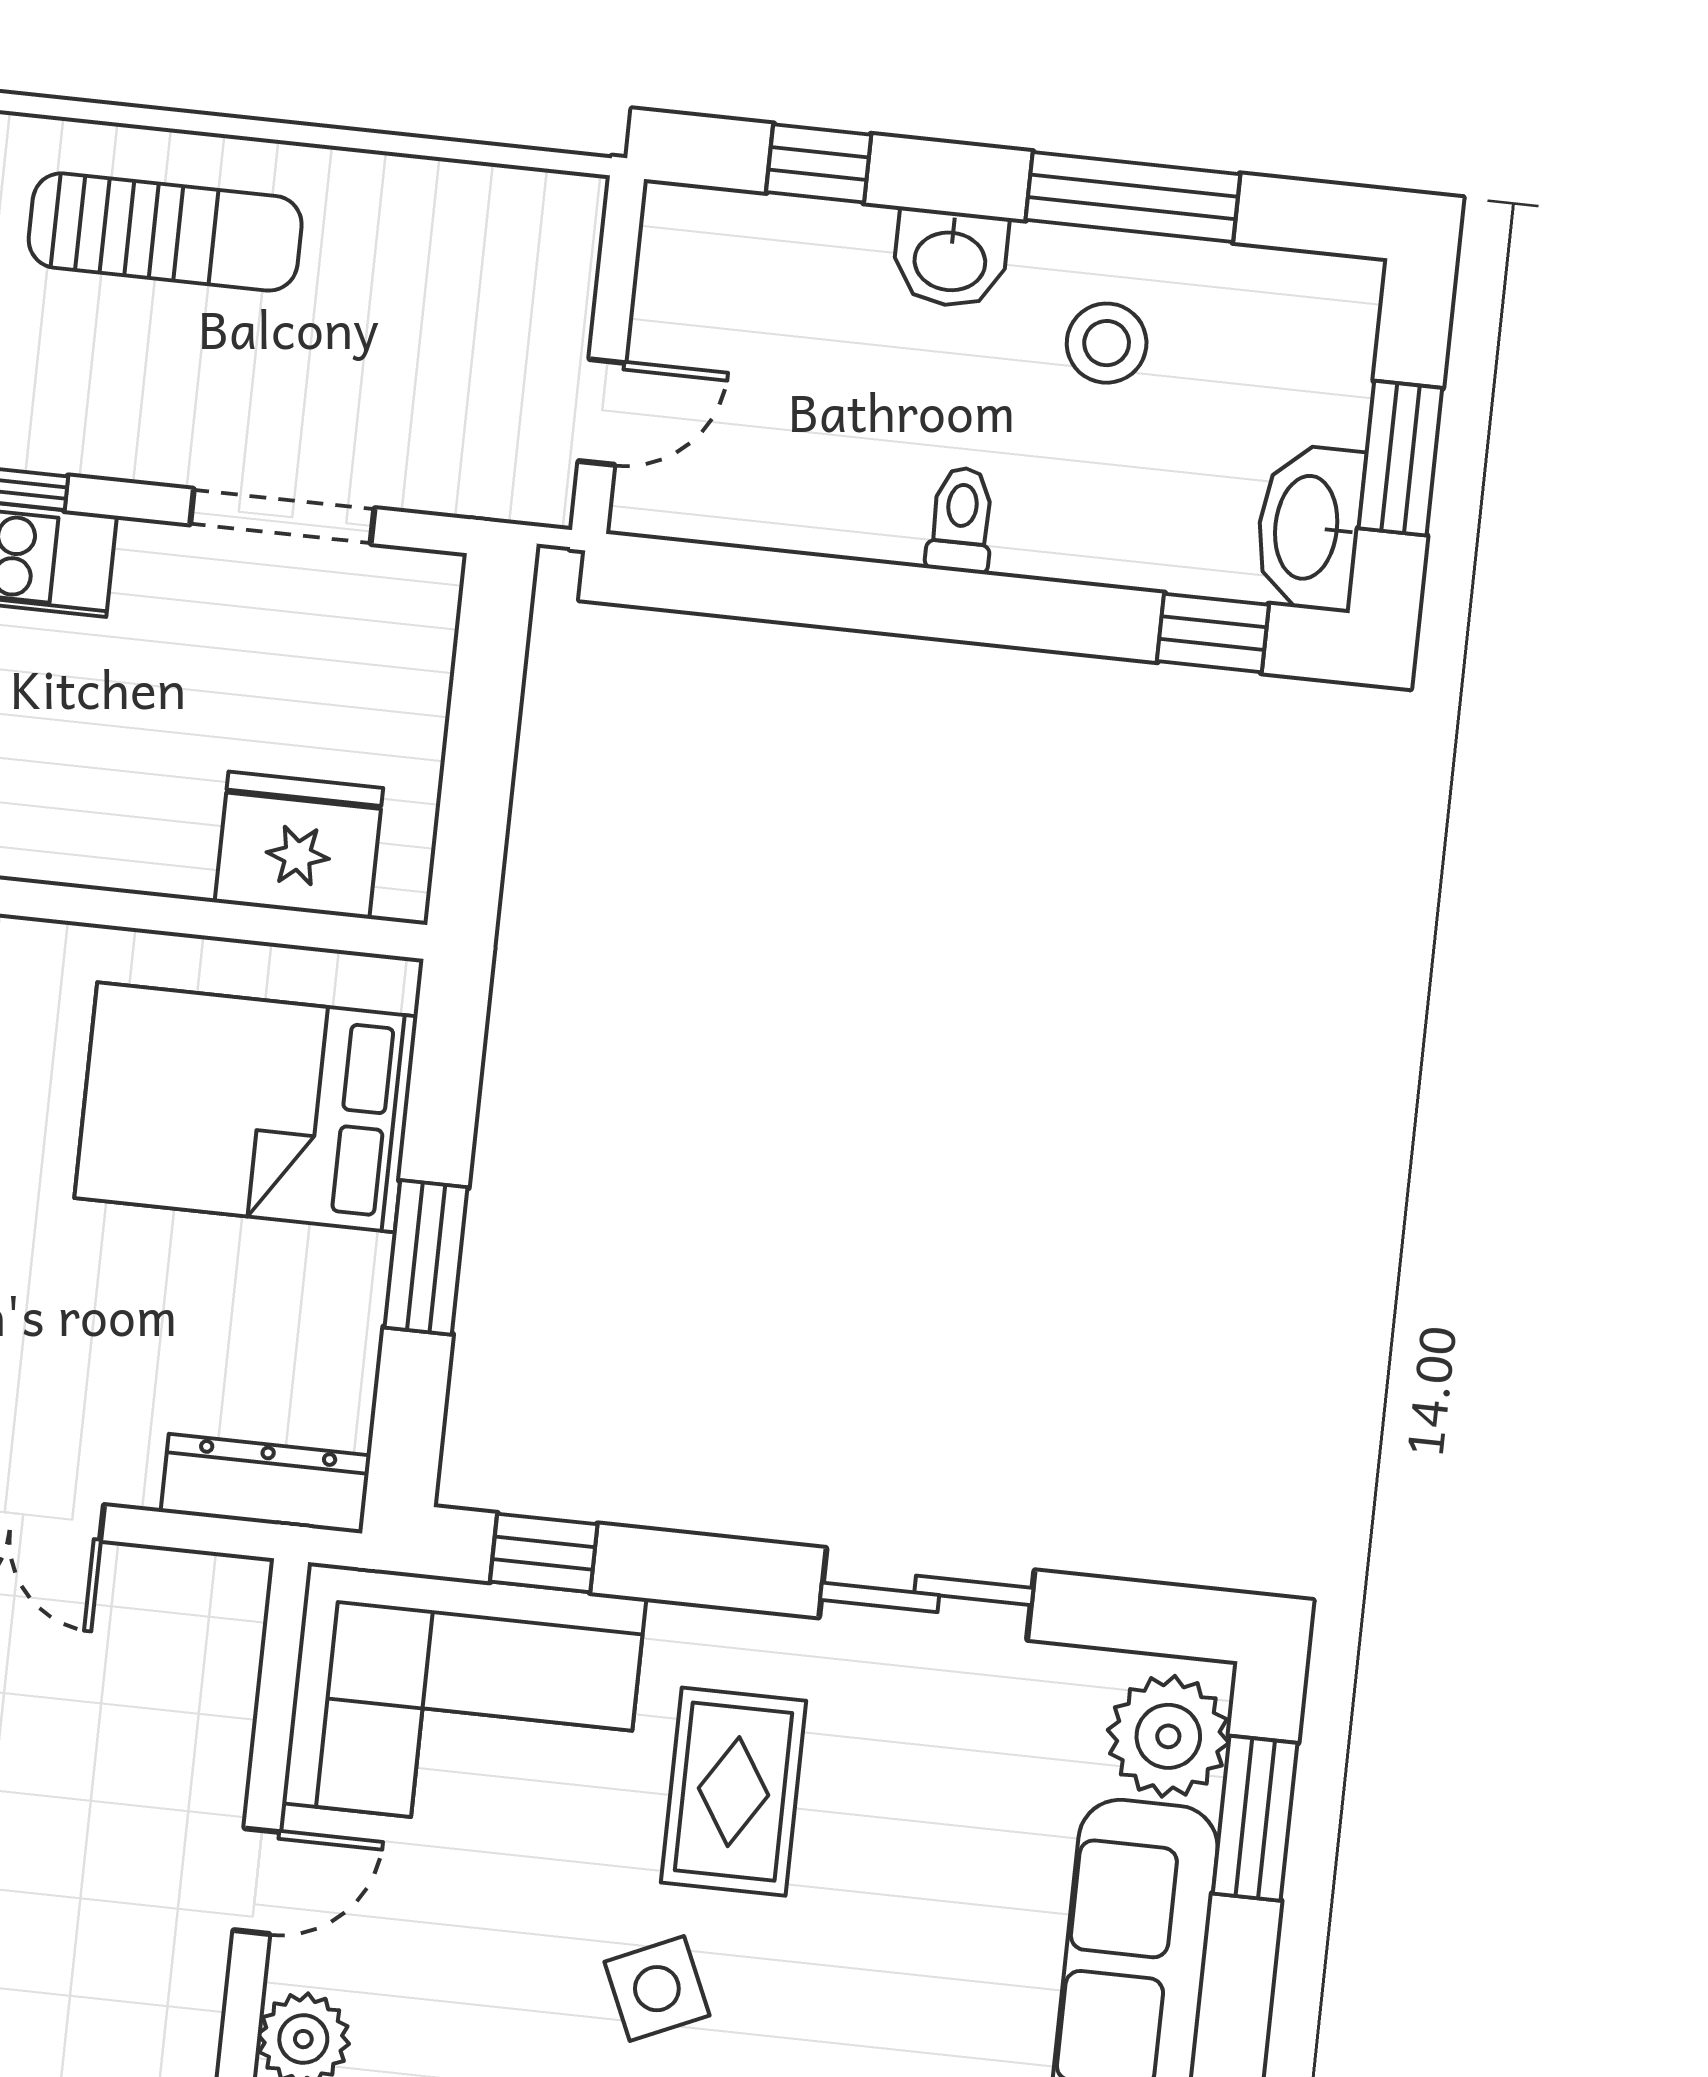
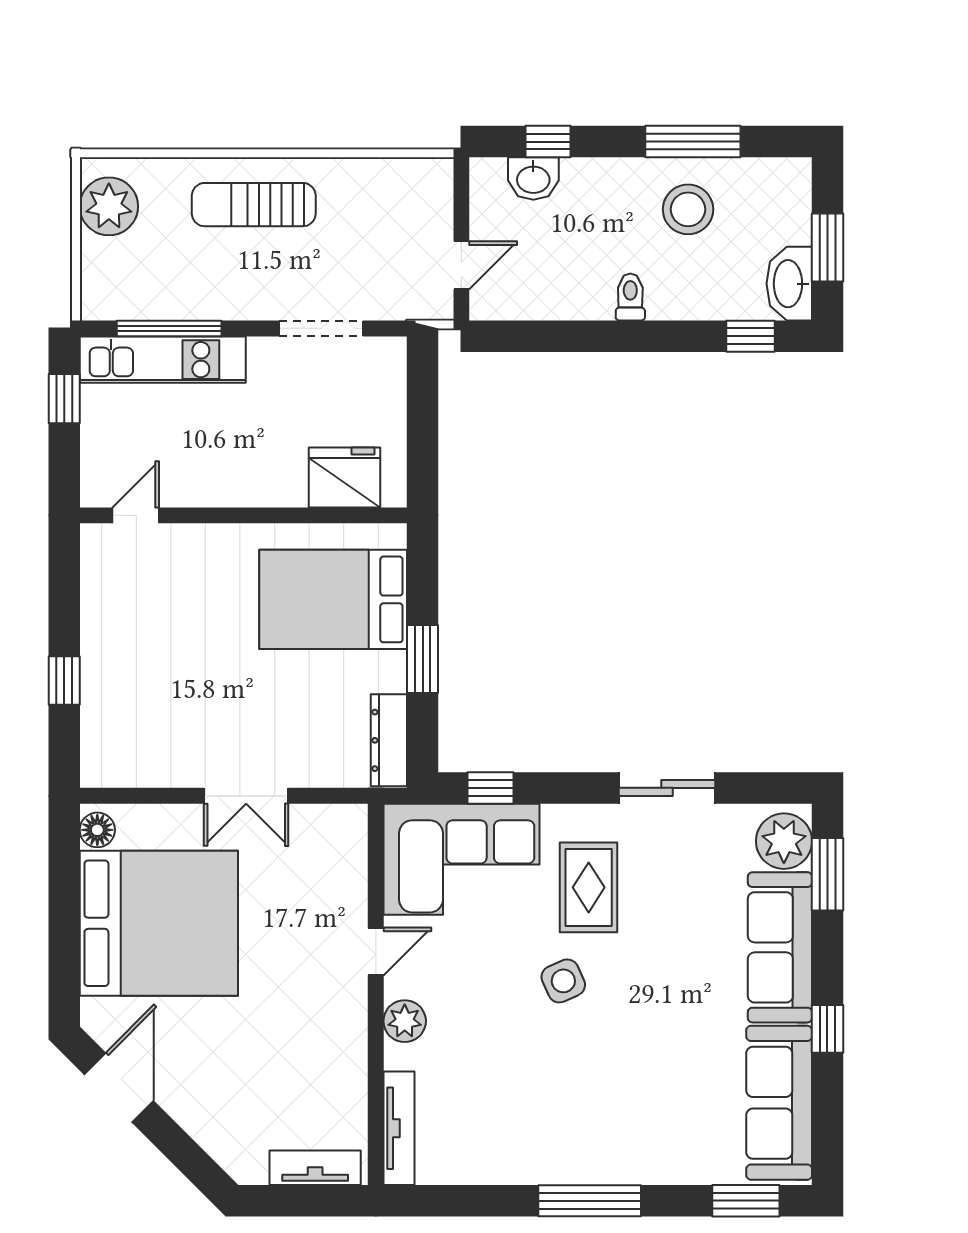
sun lounger: (165, 232) -> (254, 205), turned 180
washbasin: (950, 259) -> (533, 179), moved
stool: (1107, 343) -> (688, 209), width x1.38, depth x1.38
dresser: (265, 1484) -> (389, 740), moved, turned -90

